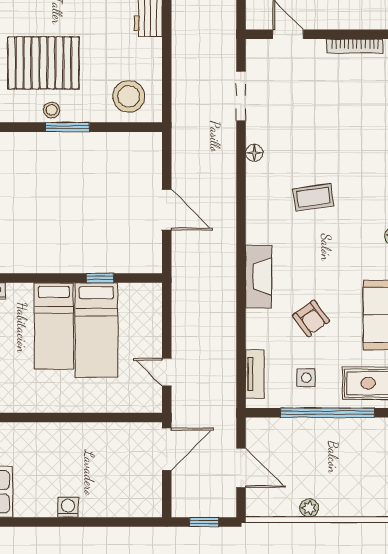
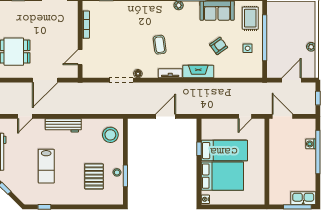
pallet: (43, 63) -> (94, 176), width x0.73, depth x0.71
doorway: (241, 96) -> (121, 80), moved
window: (67, 127) -> (125, 176), moved
bed: (54, 326) -> (222, 176), width x1.50
tv unit: (255, 374) -> (170, 73), moved
washing machine: (68, 507) -> (311, 144), moved
window: (94, 522) -> (318, 152), added

